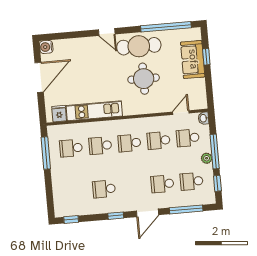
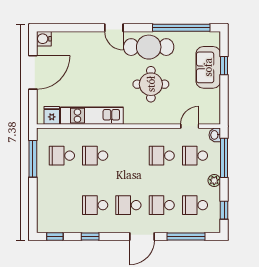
school desk: (129, 143) -> (128, 205), moved
window: (215, 152) -> (224, 158), moved
window: (116, 216) -> (90, 236), moved

